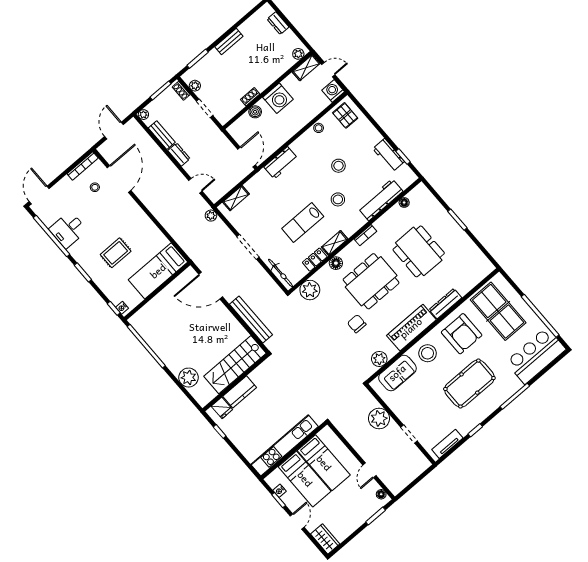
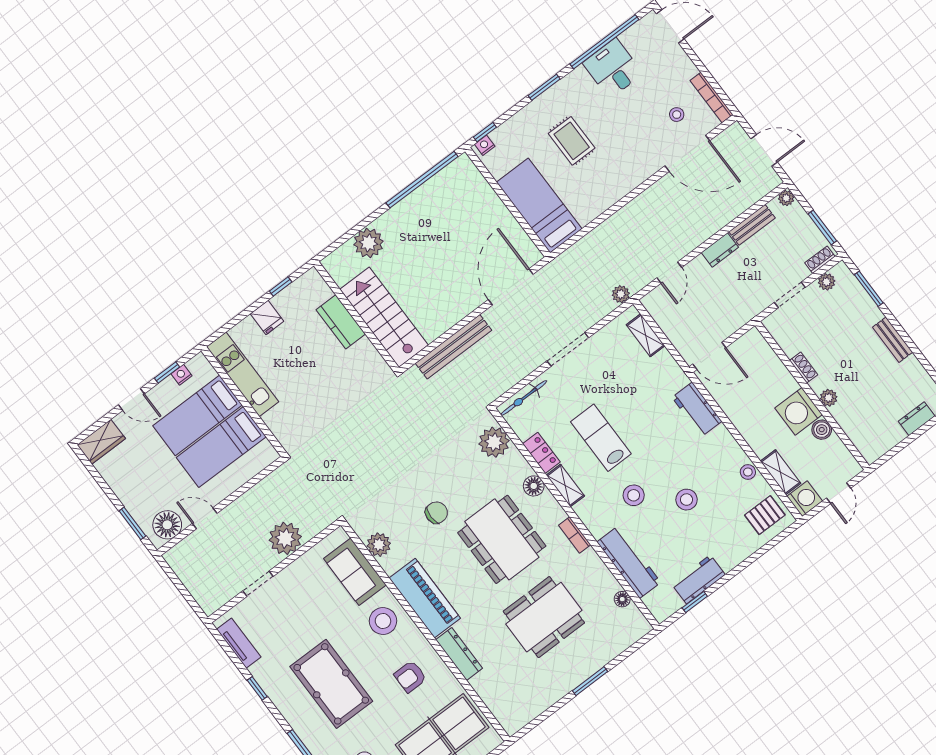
plant: (298, 54) -> (829, 398), moved
shelving: (306, 68) -> (780, 472), moved
boiler: (255, 112) -> (822, 430), moved
armchair: (462, 334) -> (410, 677), width x0.53, depth x0.53
fridge: (222, 408) -> (267, 318), moved, turned -90
kitchen unit: (285, 445) -> (243, 374), width x0.73
floor lamp: (381, 494) -> (167, 525), width x1.89, depth x1.89

